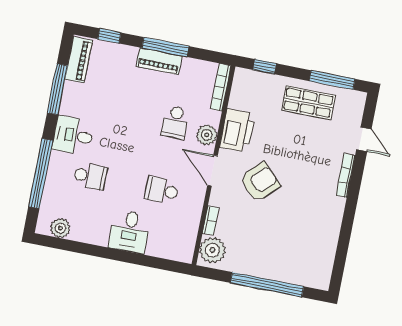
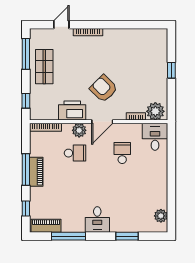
window: (41, 173) -> (127, 236), width x0.47
school desk: (90, 176) -> (122, 203), removed
school desk: (162, 190) -> (122, 153), turned 180
desk: (130, 232) -> (155, 137), moved, turned -90
window: (267, 285) -> (171, 70), width x0.32

